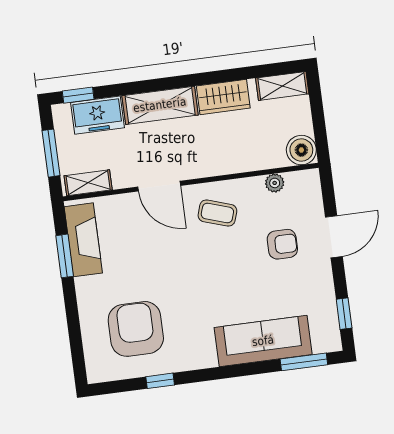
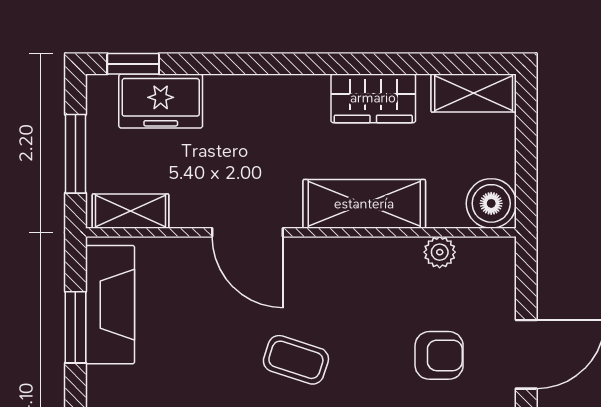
shelving: (160, 105) -> (364, 204), moved
coffee table: (217, 213) -> (296, 360), moved

